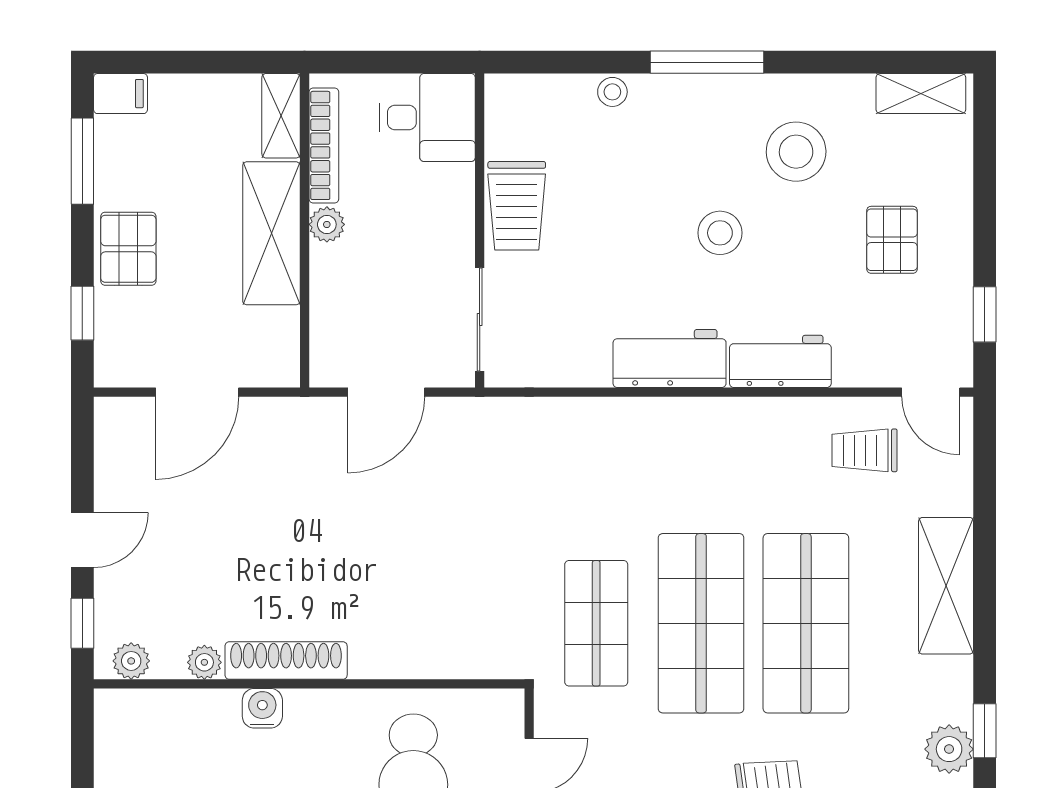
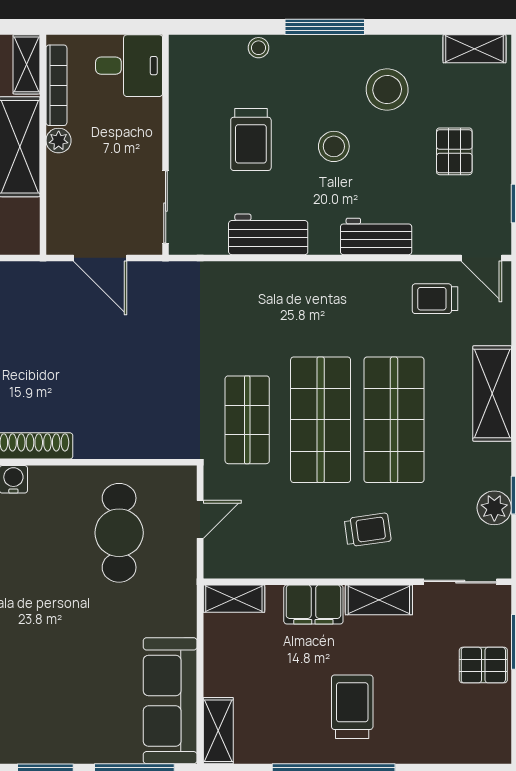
trolley: (517, 206) -> (251, 140), moved
workbench: (670, 358) -> (268, 234), moved
door: (386, 392) -> (100, 258), hinge flipped

